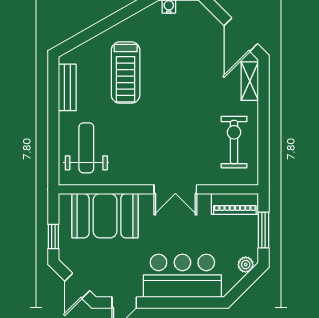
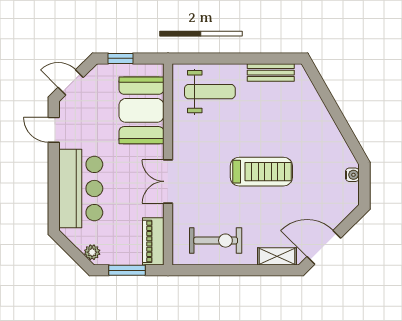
treadmill: (126, 73) -> (261, 172), moved, turned 180

